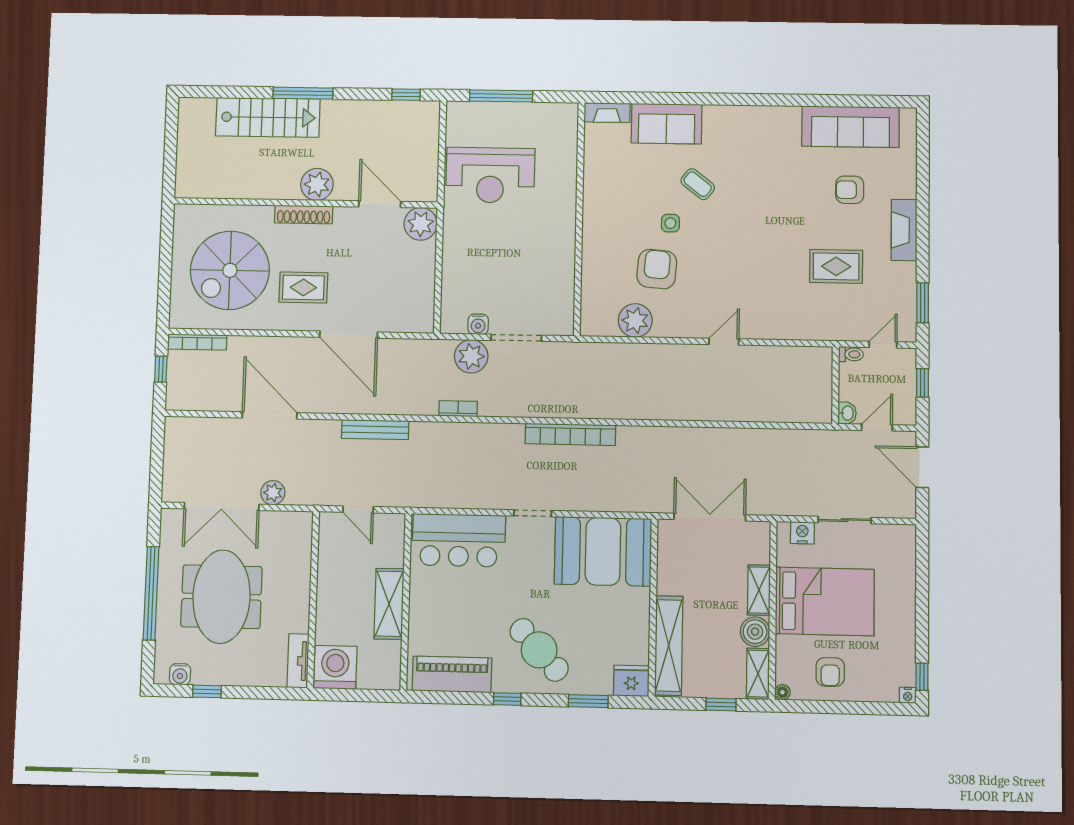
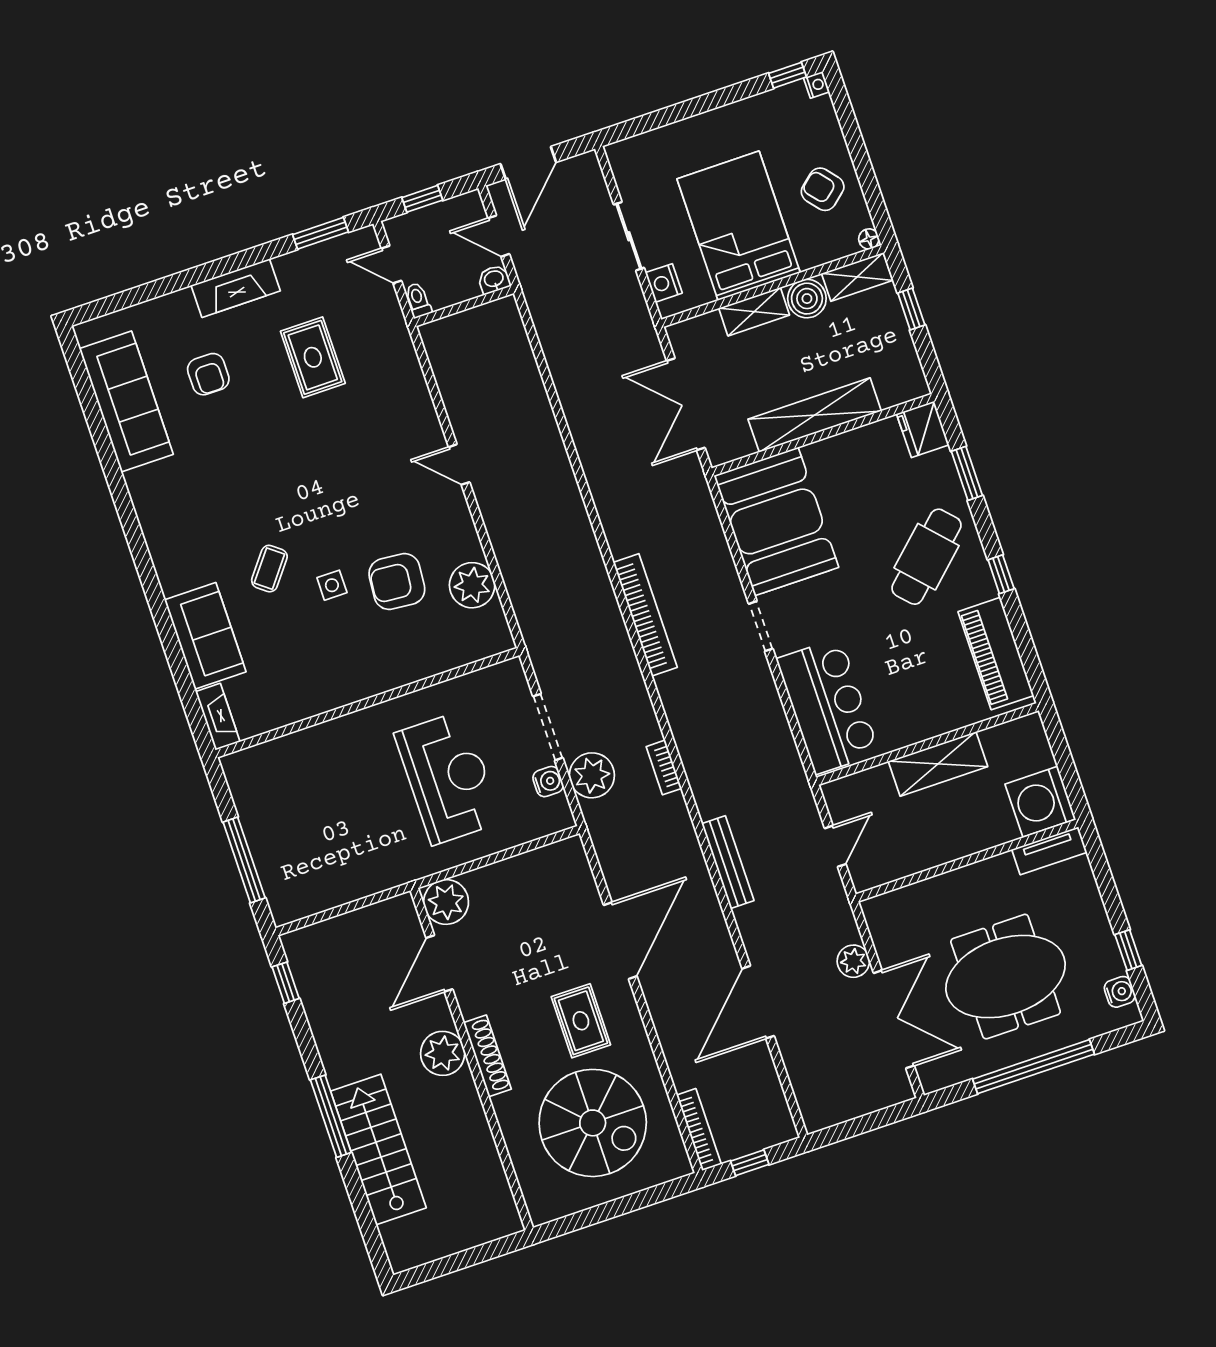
reception desk: (490, 175) -> (448, 778), moved
shelving: (669, 646) -> (815, 415), moved
armchair: (830, 672) -> (823, 189), turned -130

